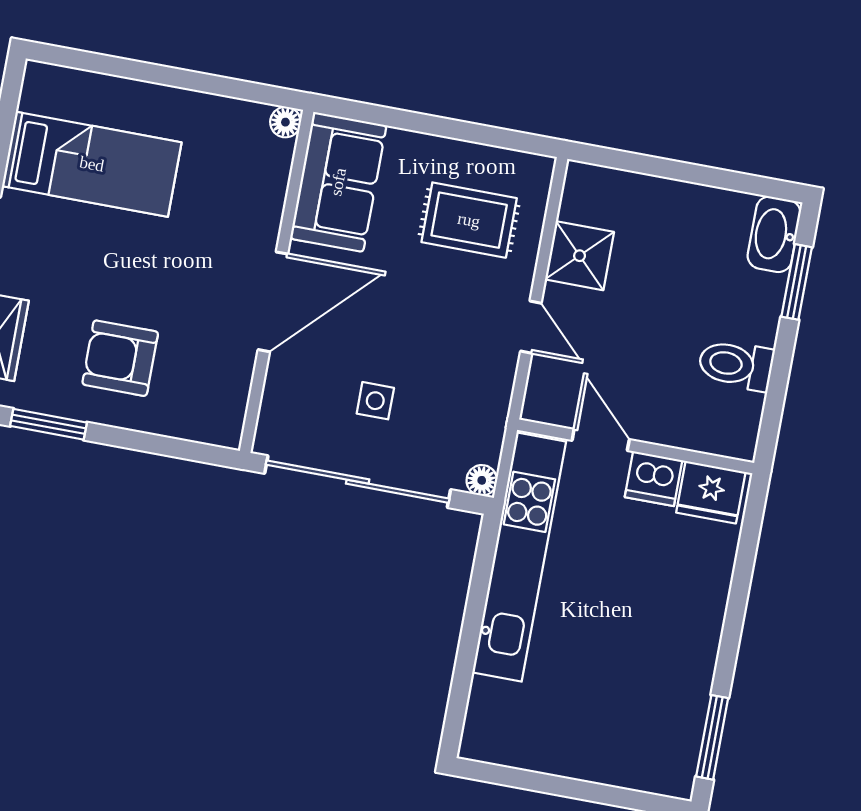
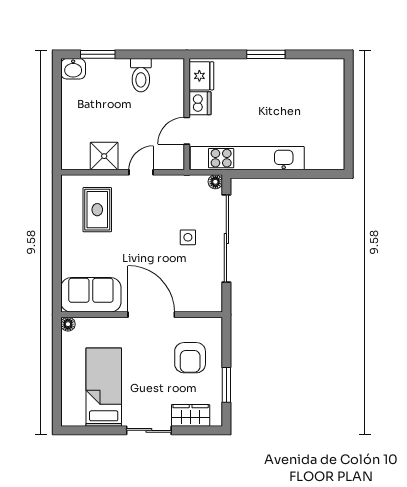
floor lamp: (285, 122) -> (68, 324), moved
sofa: (338, 182) -> (91, 295), moved
washbasin: (774, 234) -> (73, 69), width x0.72
wall: (277, 281) -> (142, 315), moved
door: (273, 302) -> (151, 315), moved
window: (712, 737) -> (266, 54), moved

